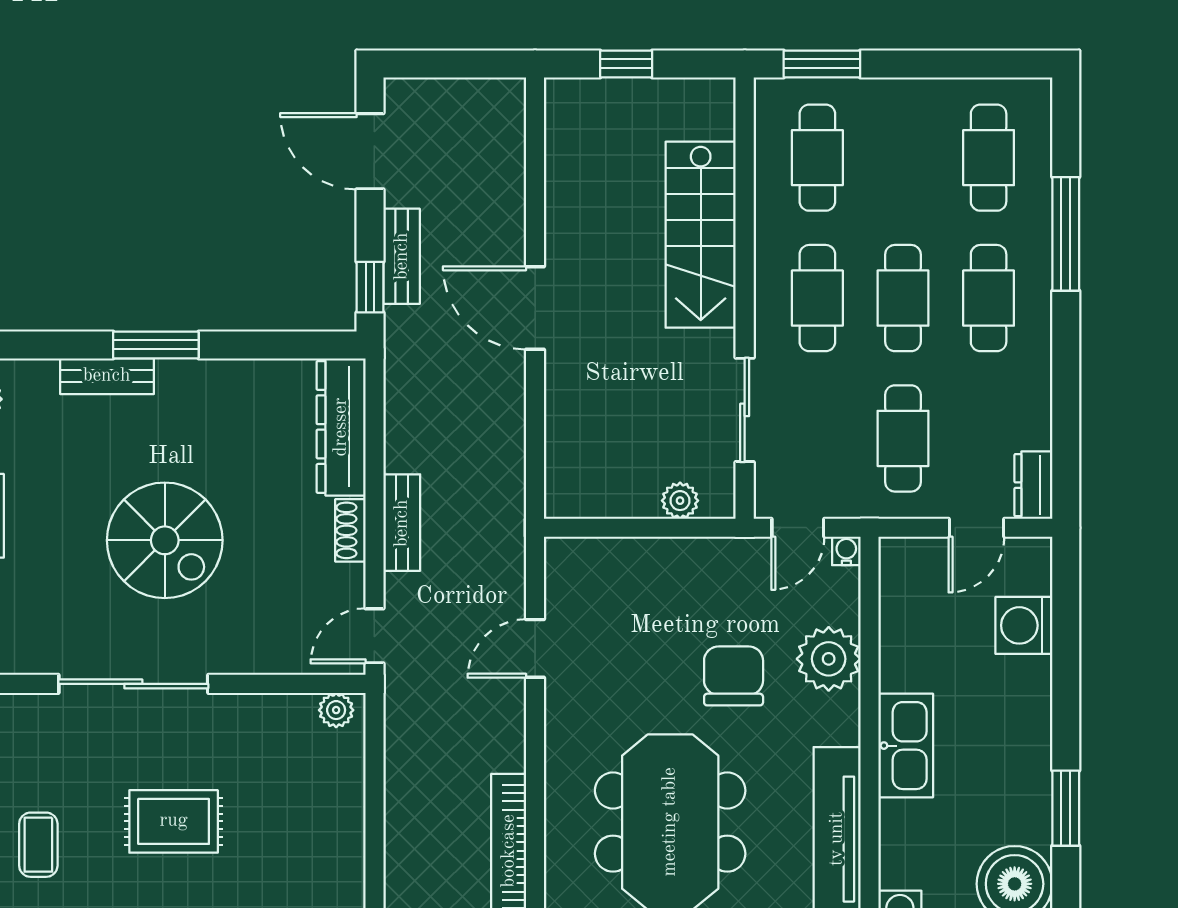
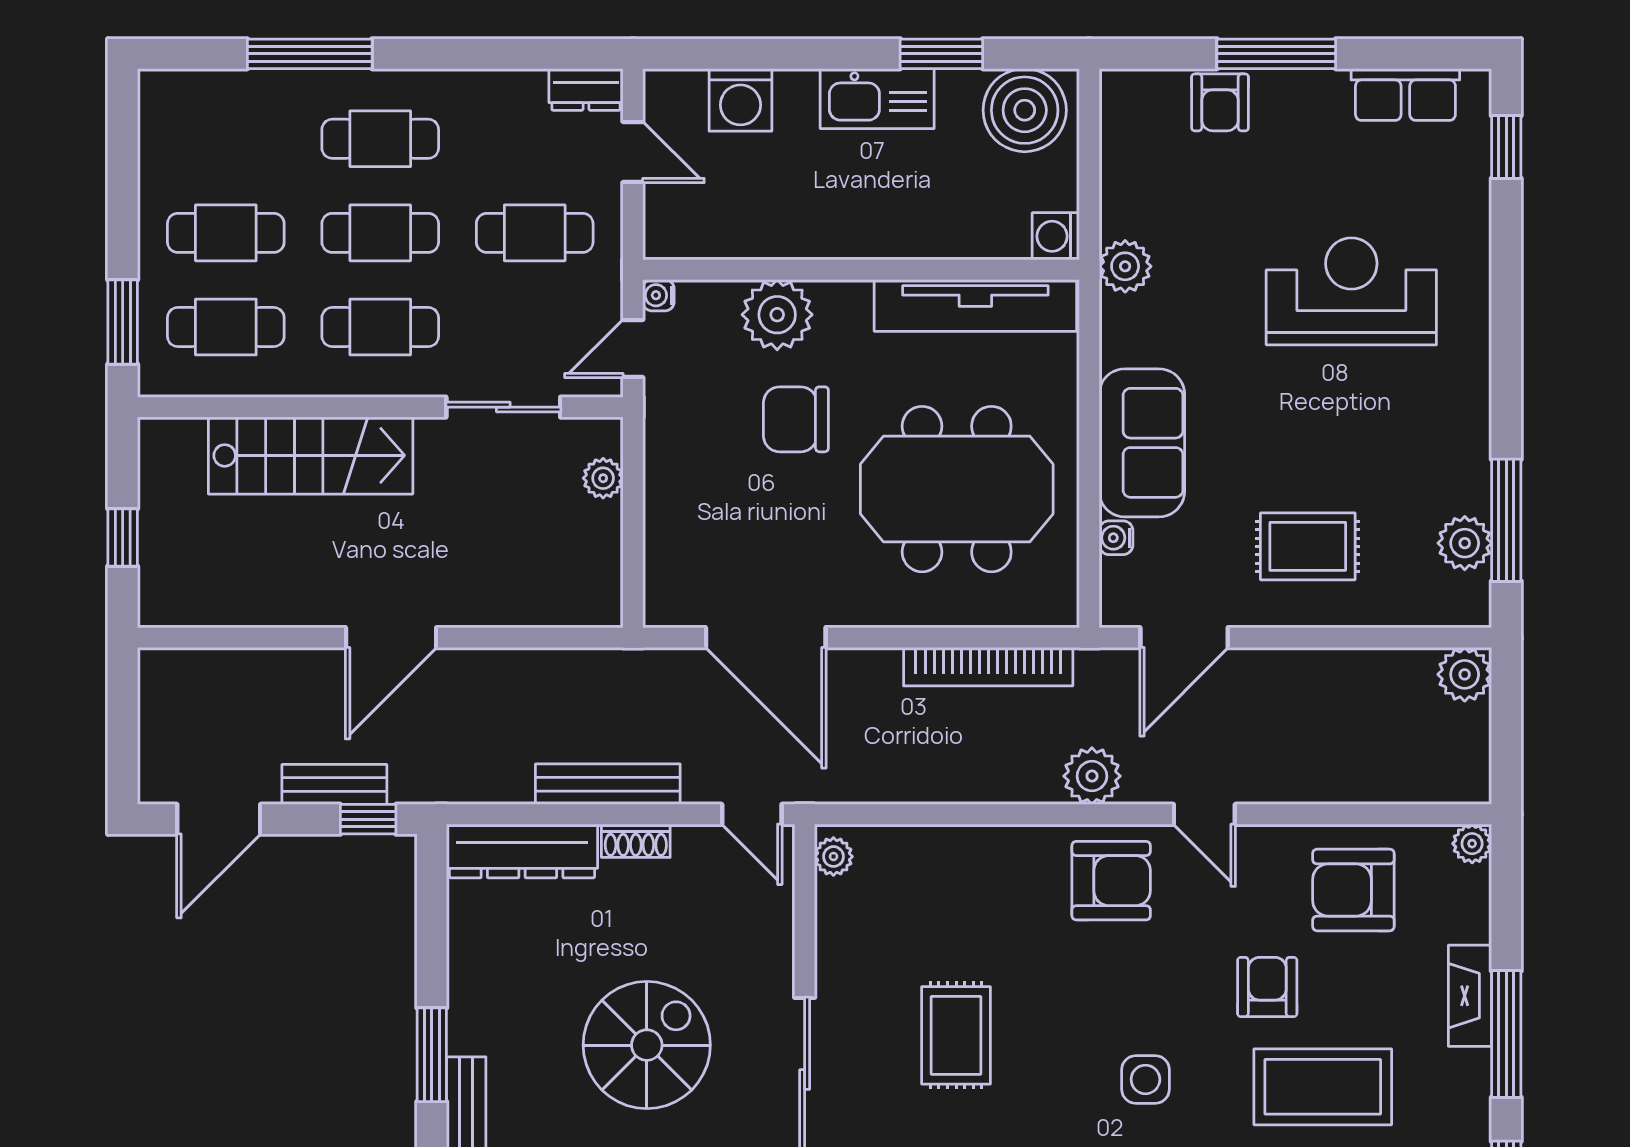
cafe table: (989, 158) -> (226, 233), moved
bench: (402, 523) -> (608, 784), width x1.36
door: (798, 528) -> (633, 348), swing flipped
door: (535, 648) -> (766, 638), width x1.87
kitchen sink: (906, 746) -> (877, 99), moved, turned 180

